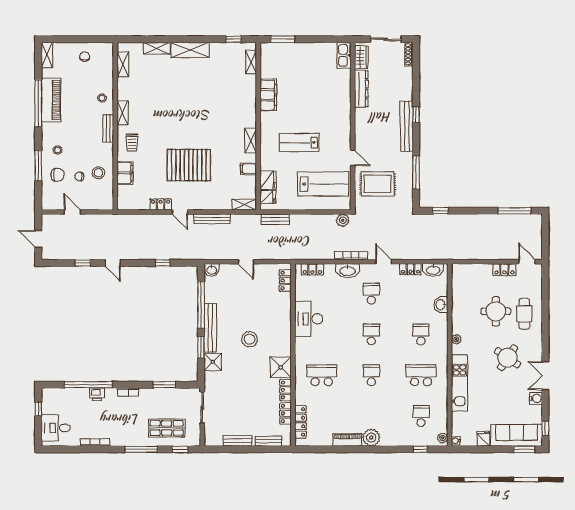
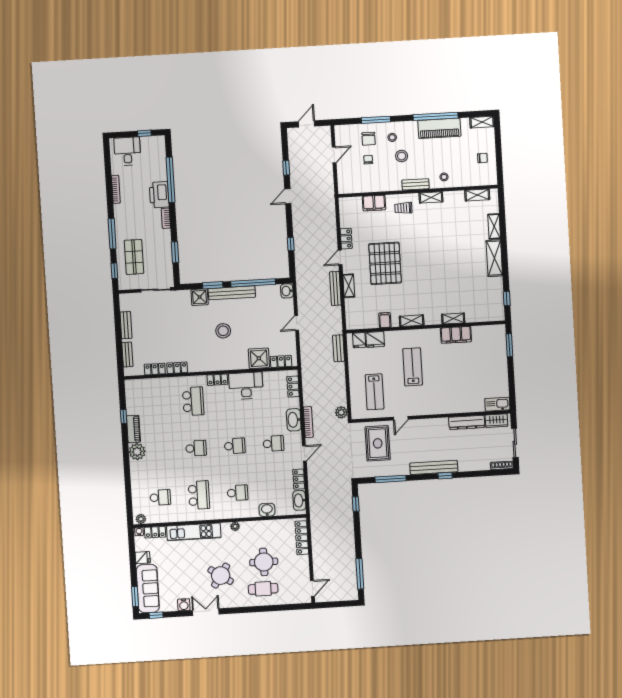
shelving: (251, 62) -> (453, 319), moved
stool: (98, 173) -> (402, 156), moved
lab bench: (323, 184) -> (375, 392), width x0.73, depth x0.72
shelving: (244, 205) -> (349, 286), moved
locker: (504, 270) -> (302, 538), moved, width x1.53
shower: (281, 367) -> (259, 358), moved
printer: (97, 394) -> (159, 195), width x1.87, depth x1.48
locker: (301, 422) -> (217, 380), moved, width x0.66
locker: (457, 424) -> (155, 532), added
window: (420, 449) -> (124, 416), moved

